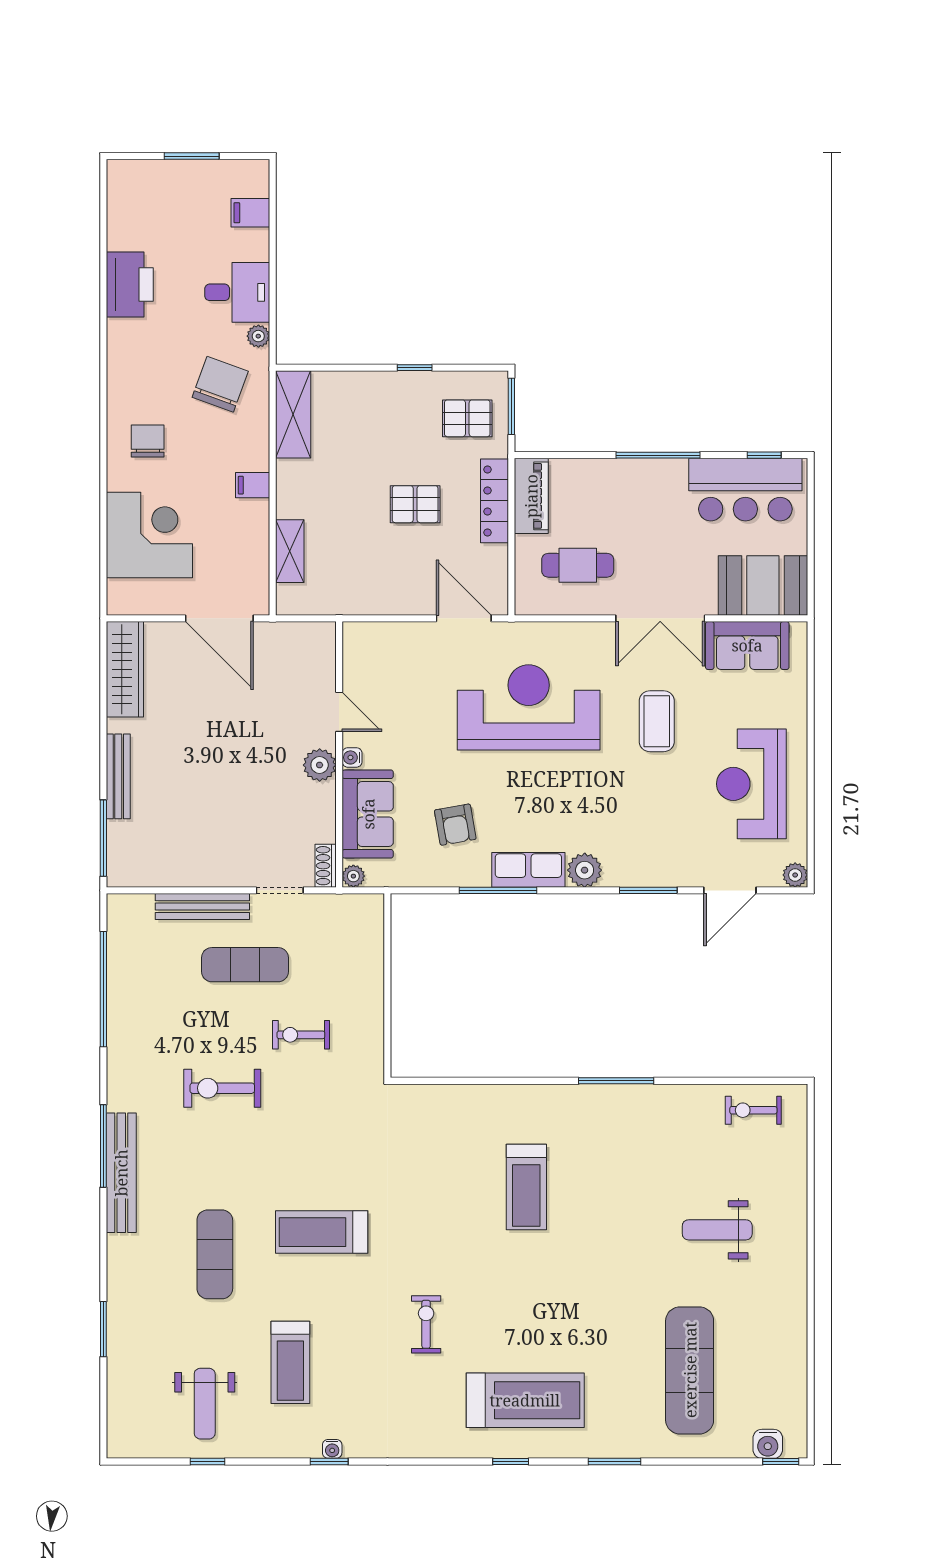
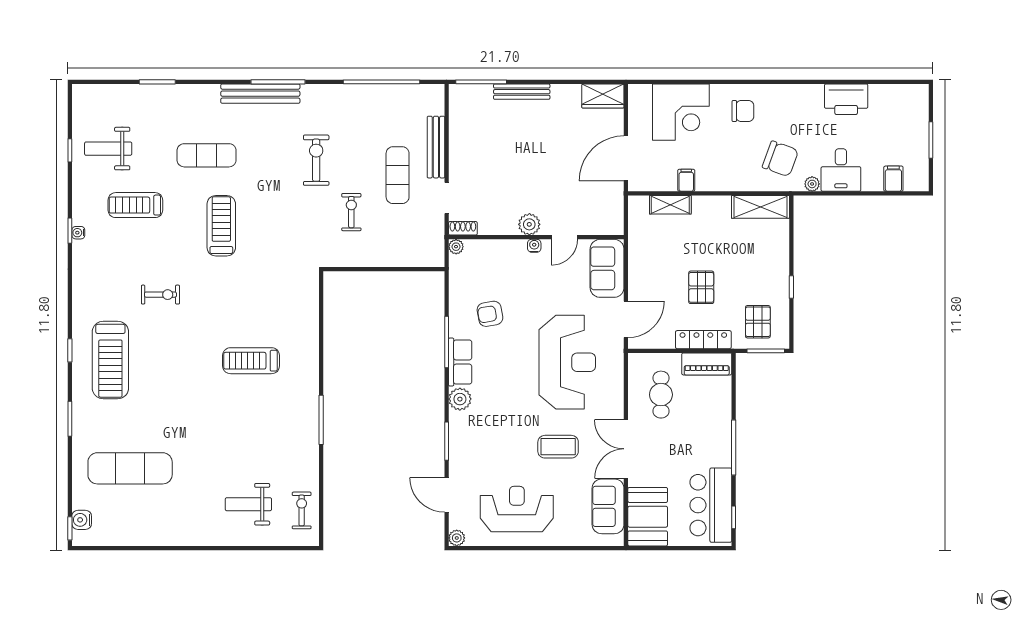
filing cabinet: (253, 485) -> (686, 180), moved
wardrobe: (125, 669) -> (603, 96), width x0.67
sofa: (368, 814) -> (607, 268), moved, turned 90
weight bench: (717, 1230) -> (248, 504), moved, turned -90

